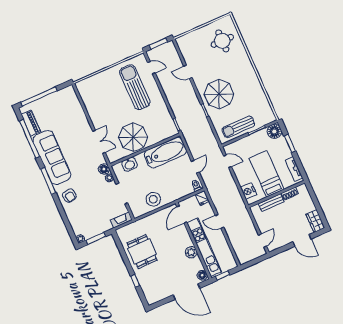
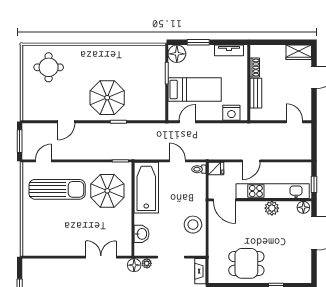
sun lounger: (135, 87) -> (57, 189), turned 180
sun lounger: (238, 127) -> (154, 92), removed
parasol: (133, 137) -> (107, 191), moved
bed: (267, 174) -> (195, 90), moved, turned 180

